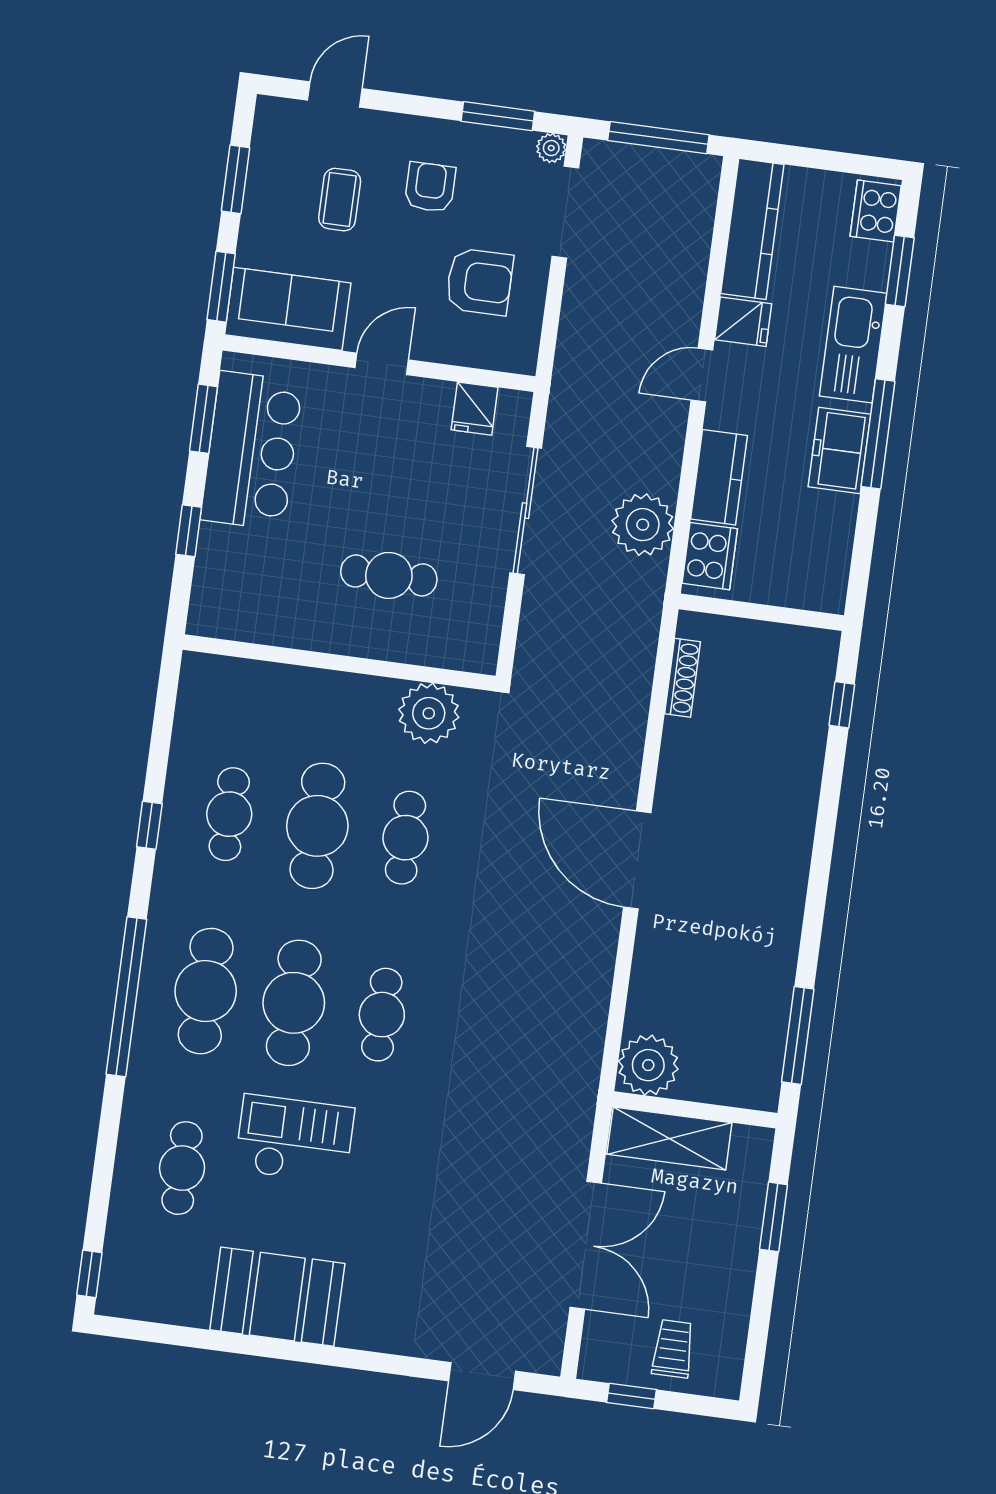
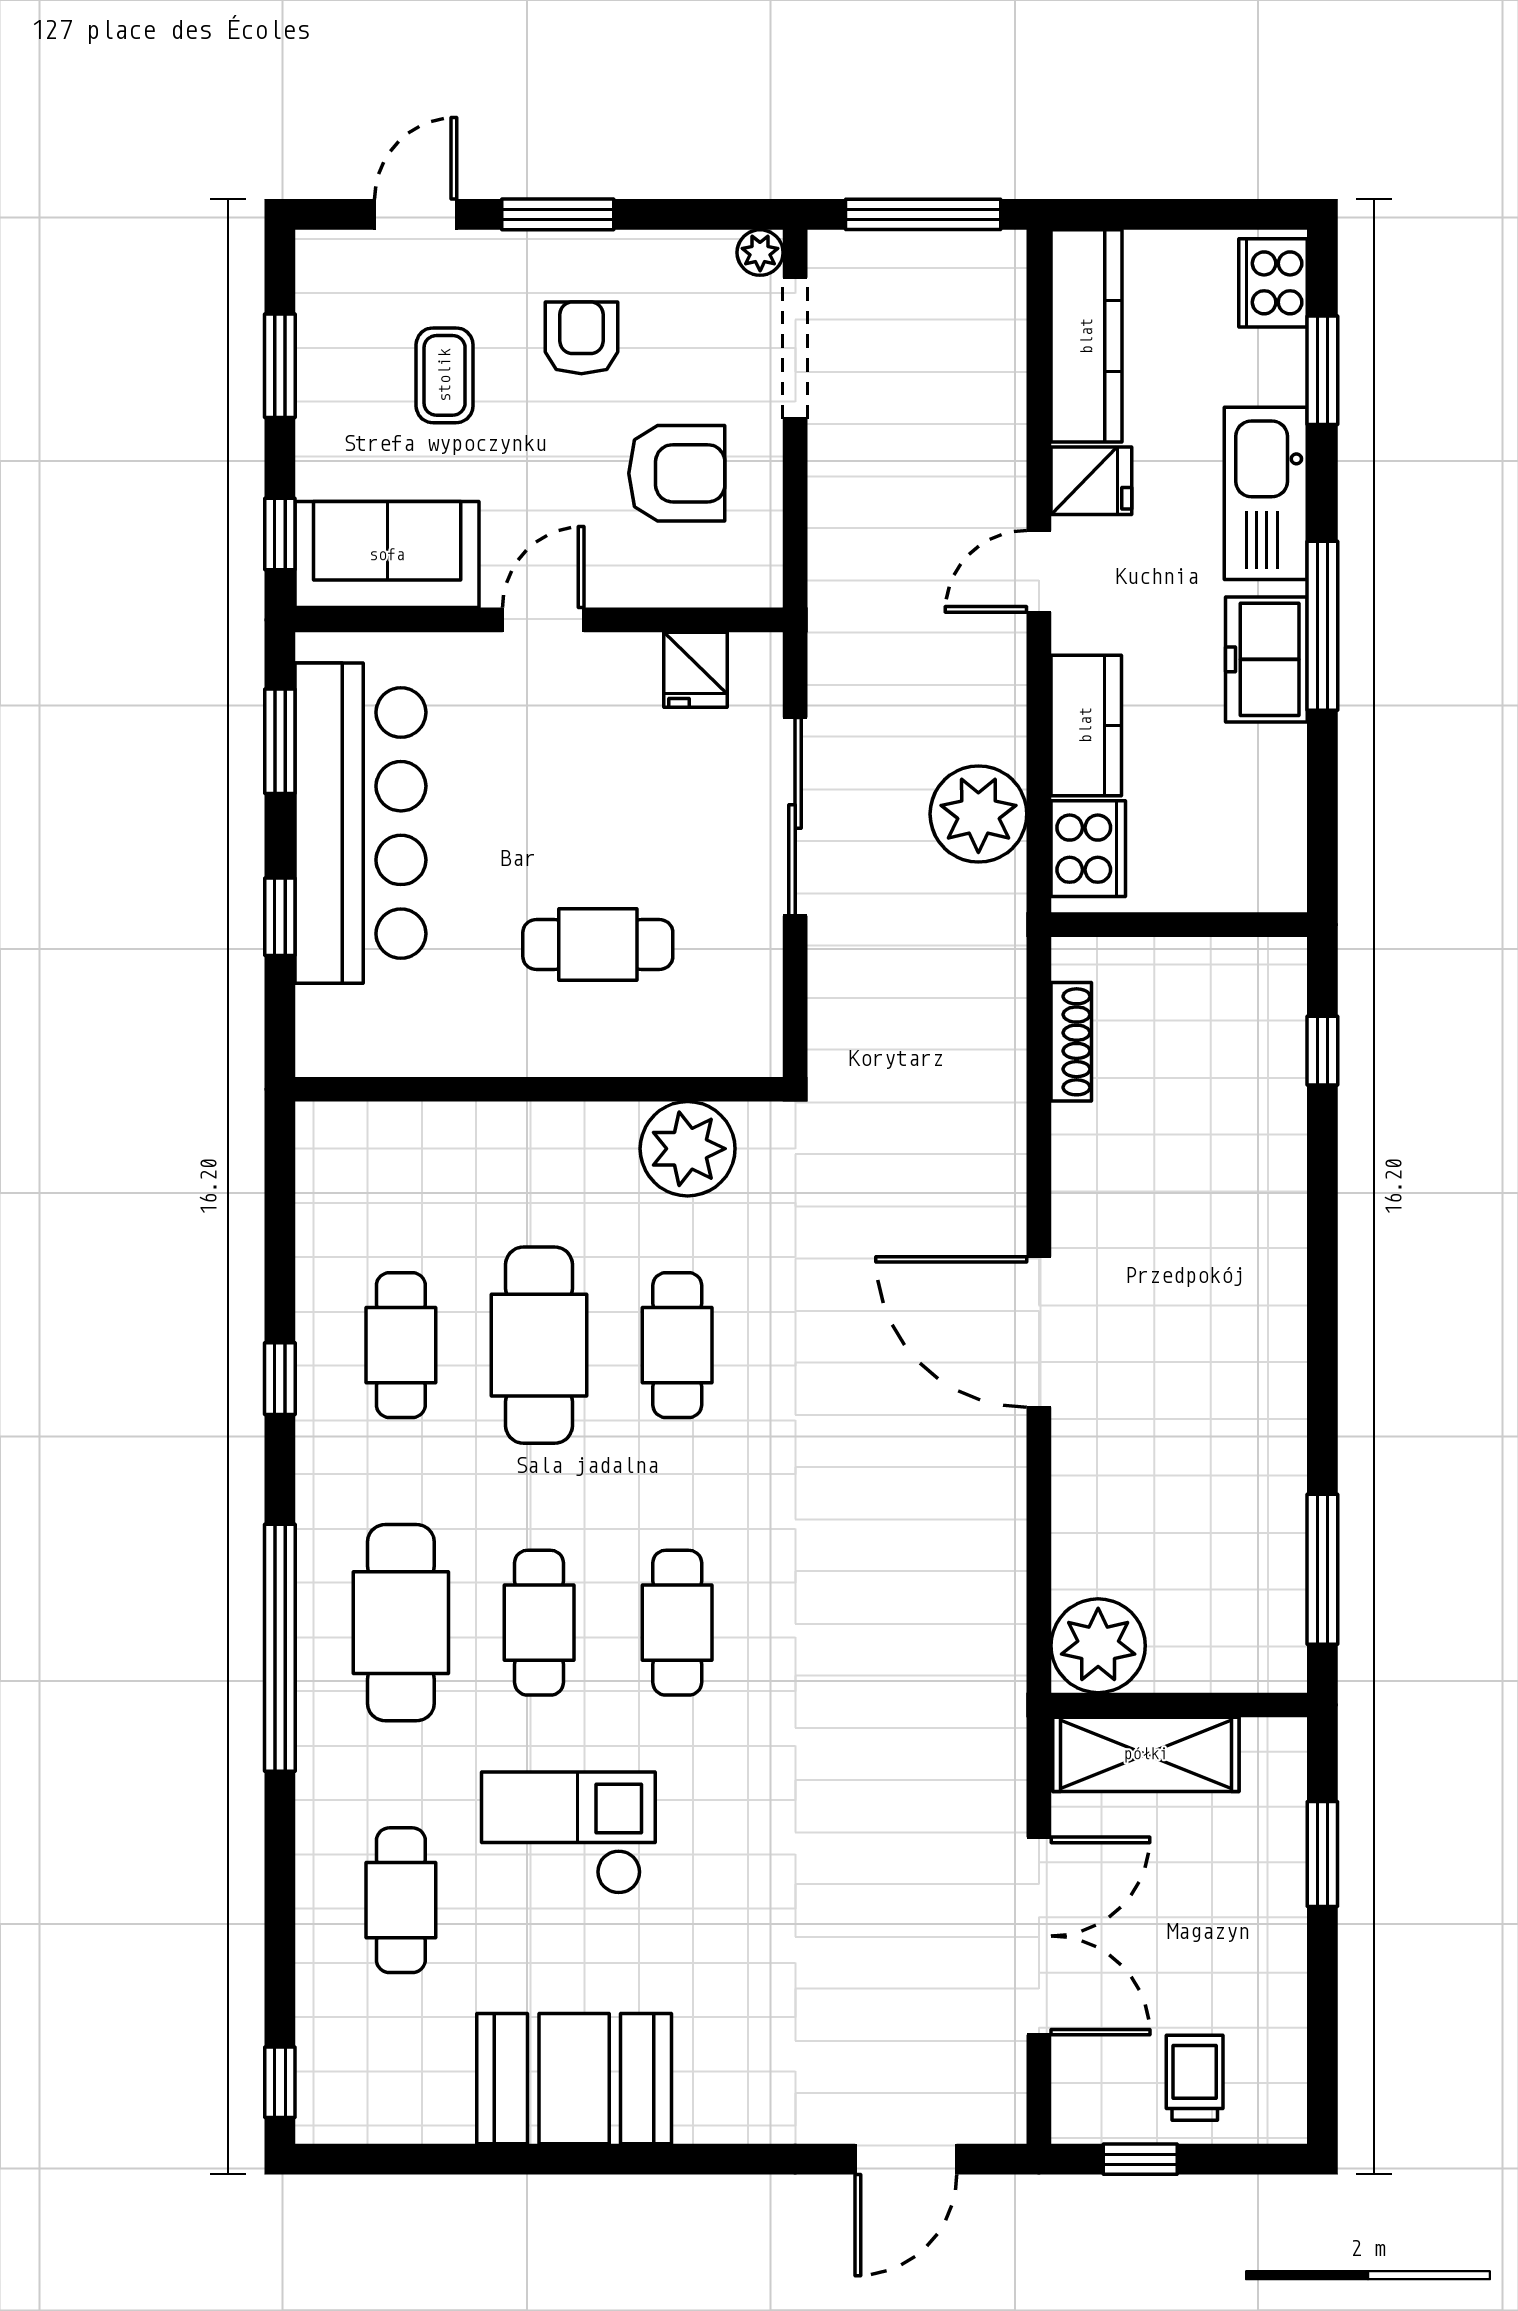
window: (498, 116) -> (558, 214), moved
window: (221, 287) -> (280, 534), width x0.67
bar counter: (252, 451) -> (360, 823), width x1.36
cafe table: (294, 1003) -> (539, 1623), width x0.73, depth x0.74

